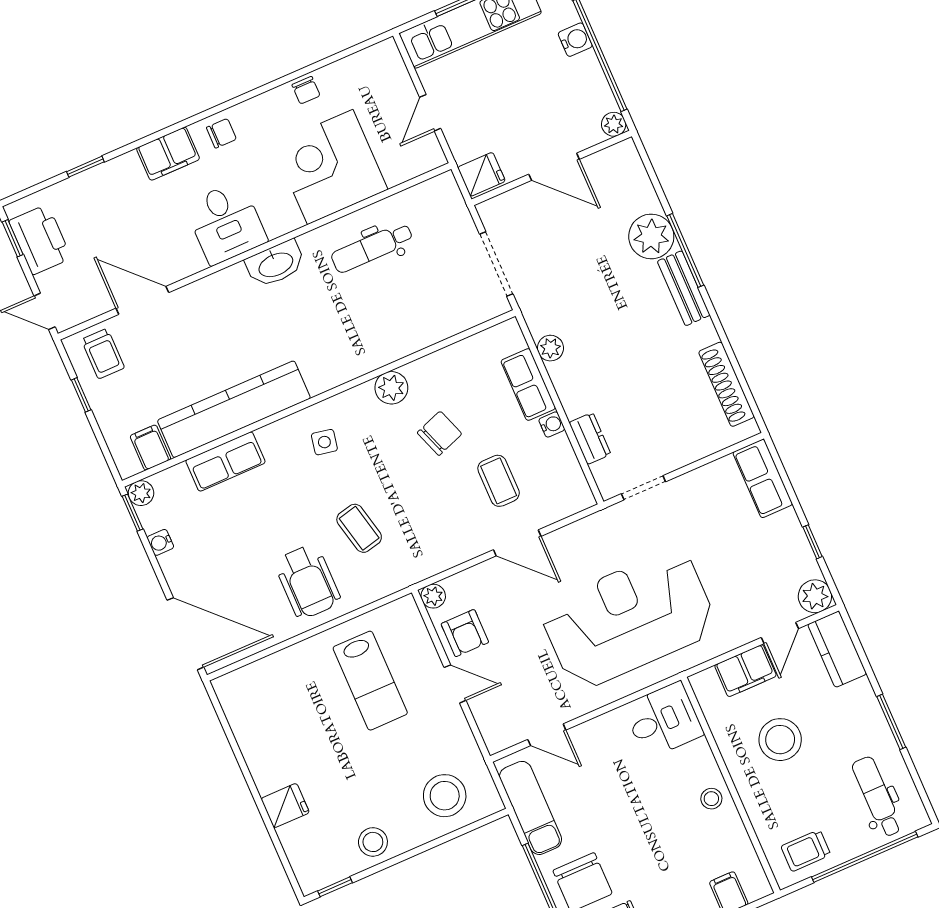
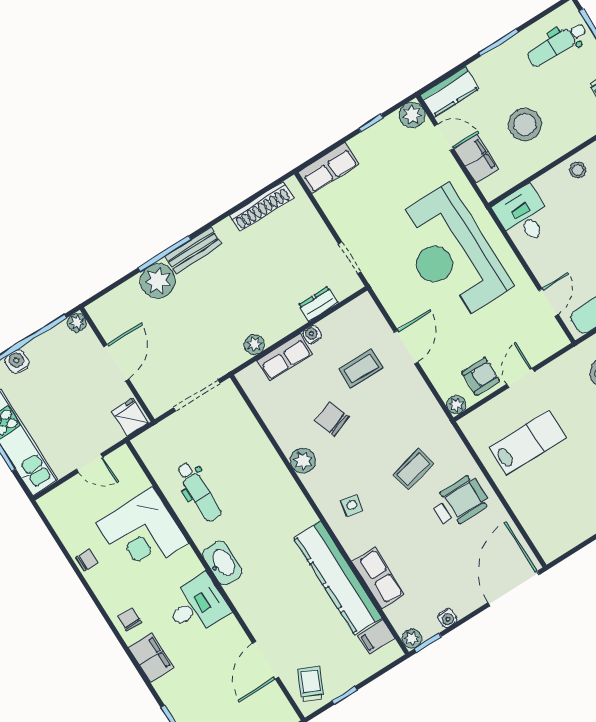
trolley: (103, 354) -> (311, 684), turned -65

